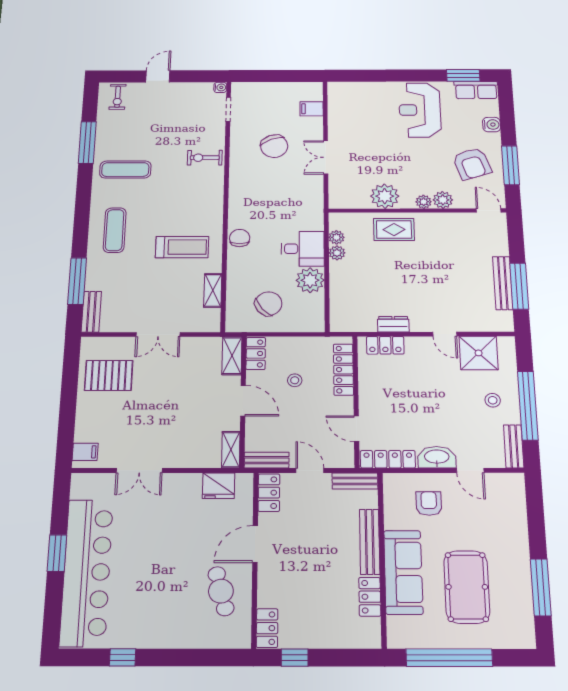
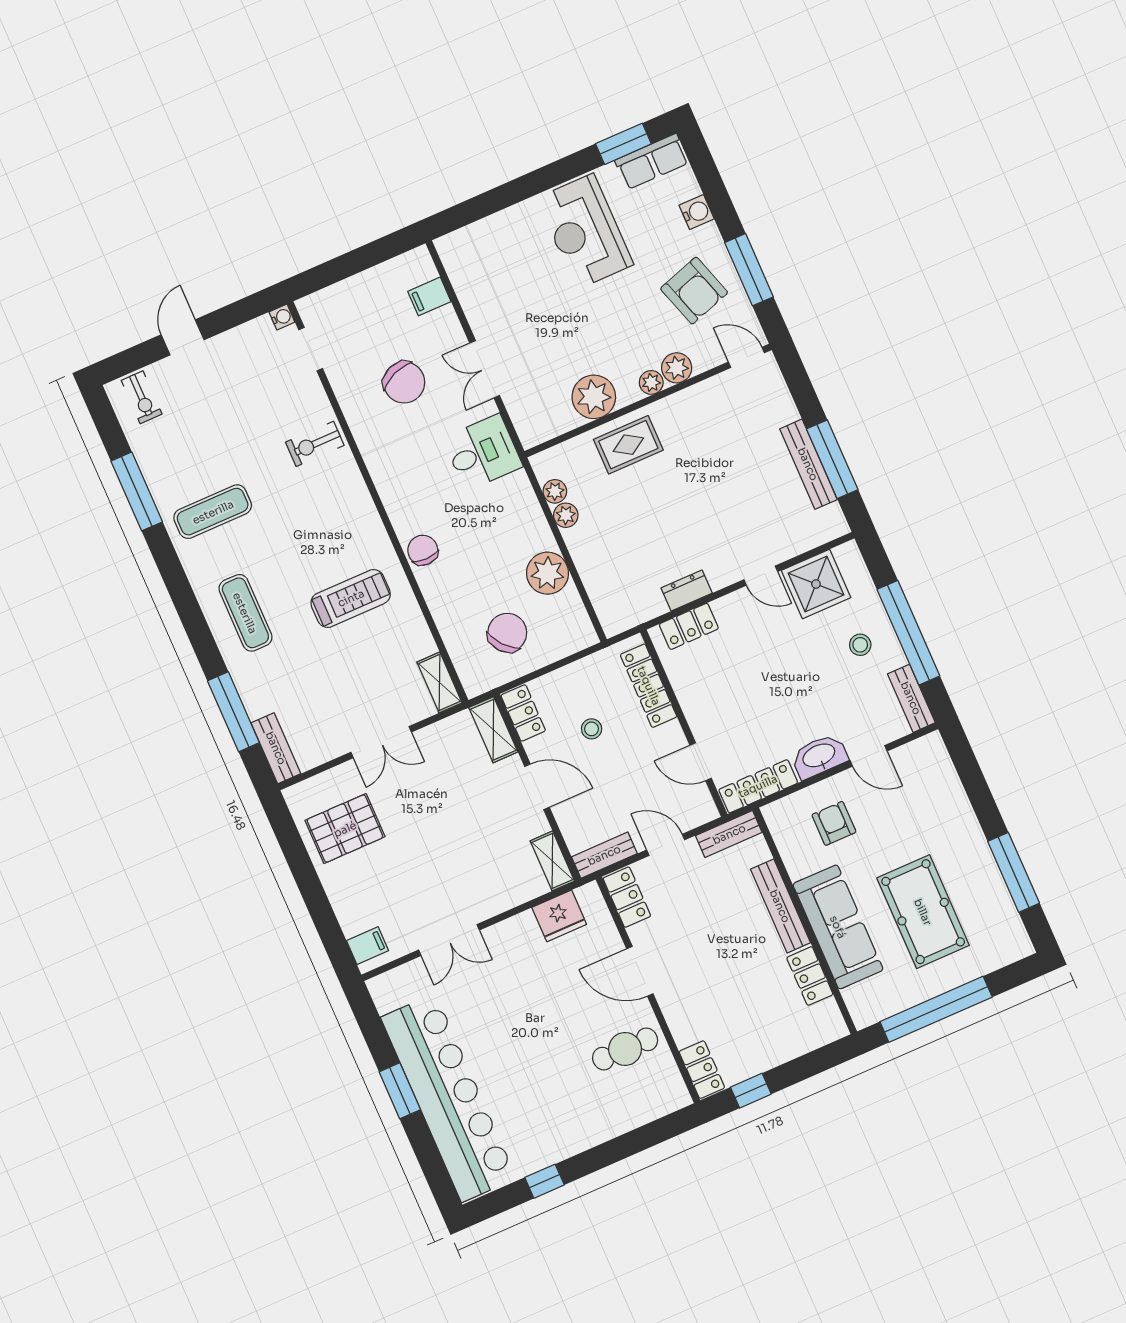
desk: (303, 249) -> (483, 452), moved
shelving: (213, 290) -> (439, 682), moved
door: (255, 544) -> (640, 971), hinge flipped
cafe table: (221, 591) -> (625, 1049), turned -75

